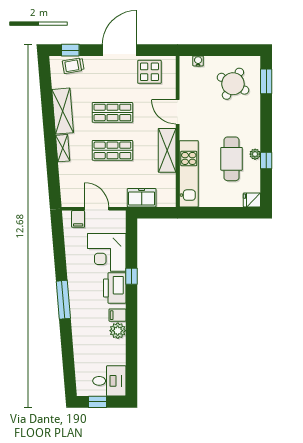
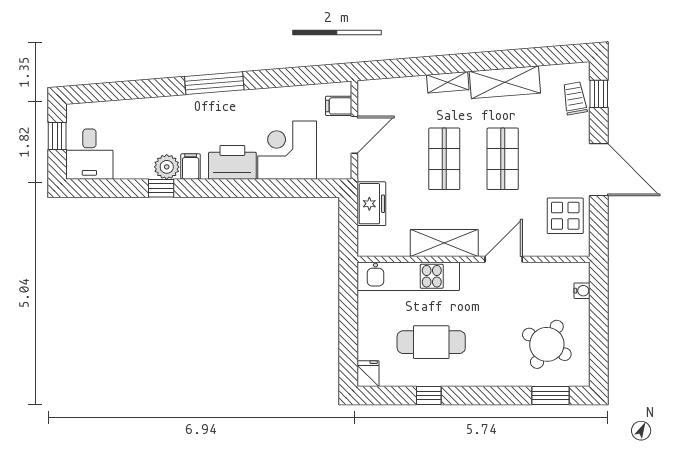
plant: (255, 154) -> (438, 378), removed
window: (132, 276) -> (161, 188), moved

